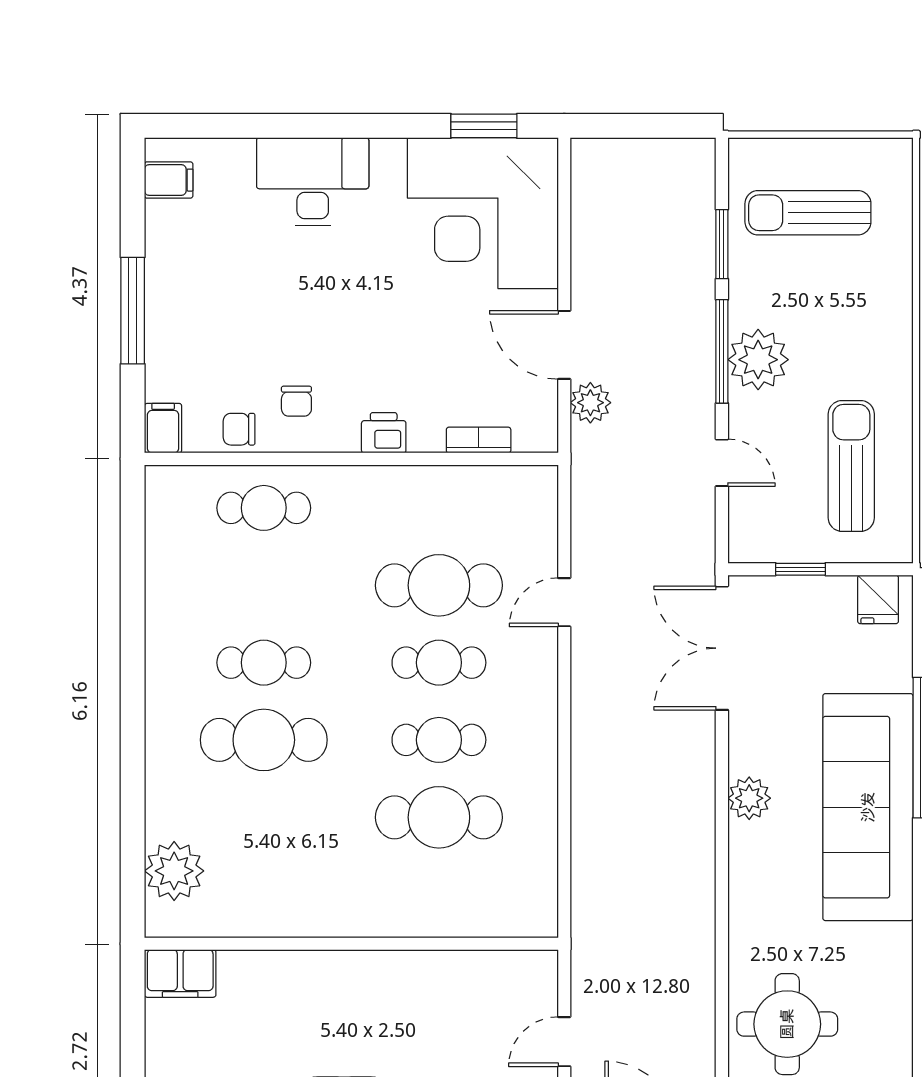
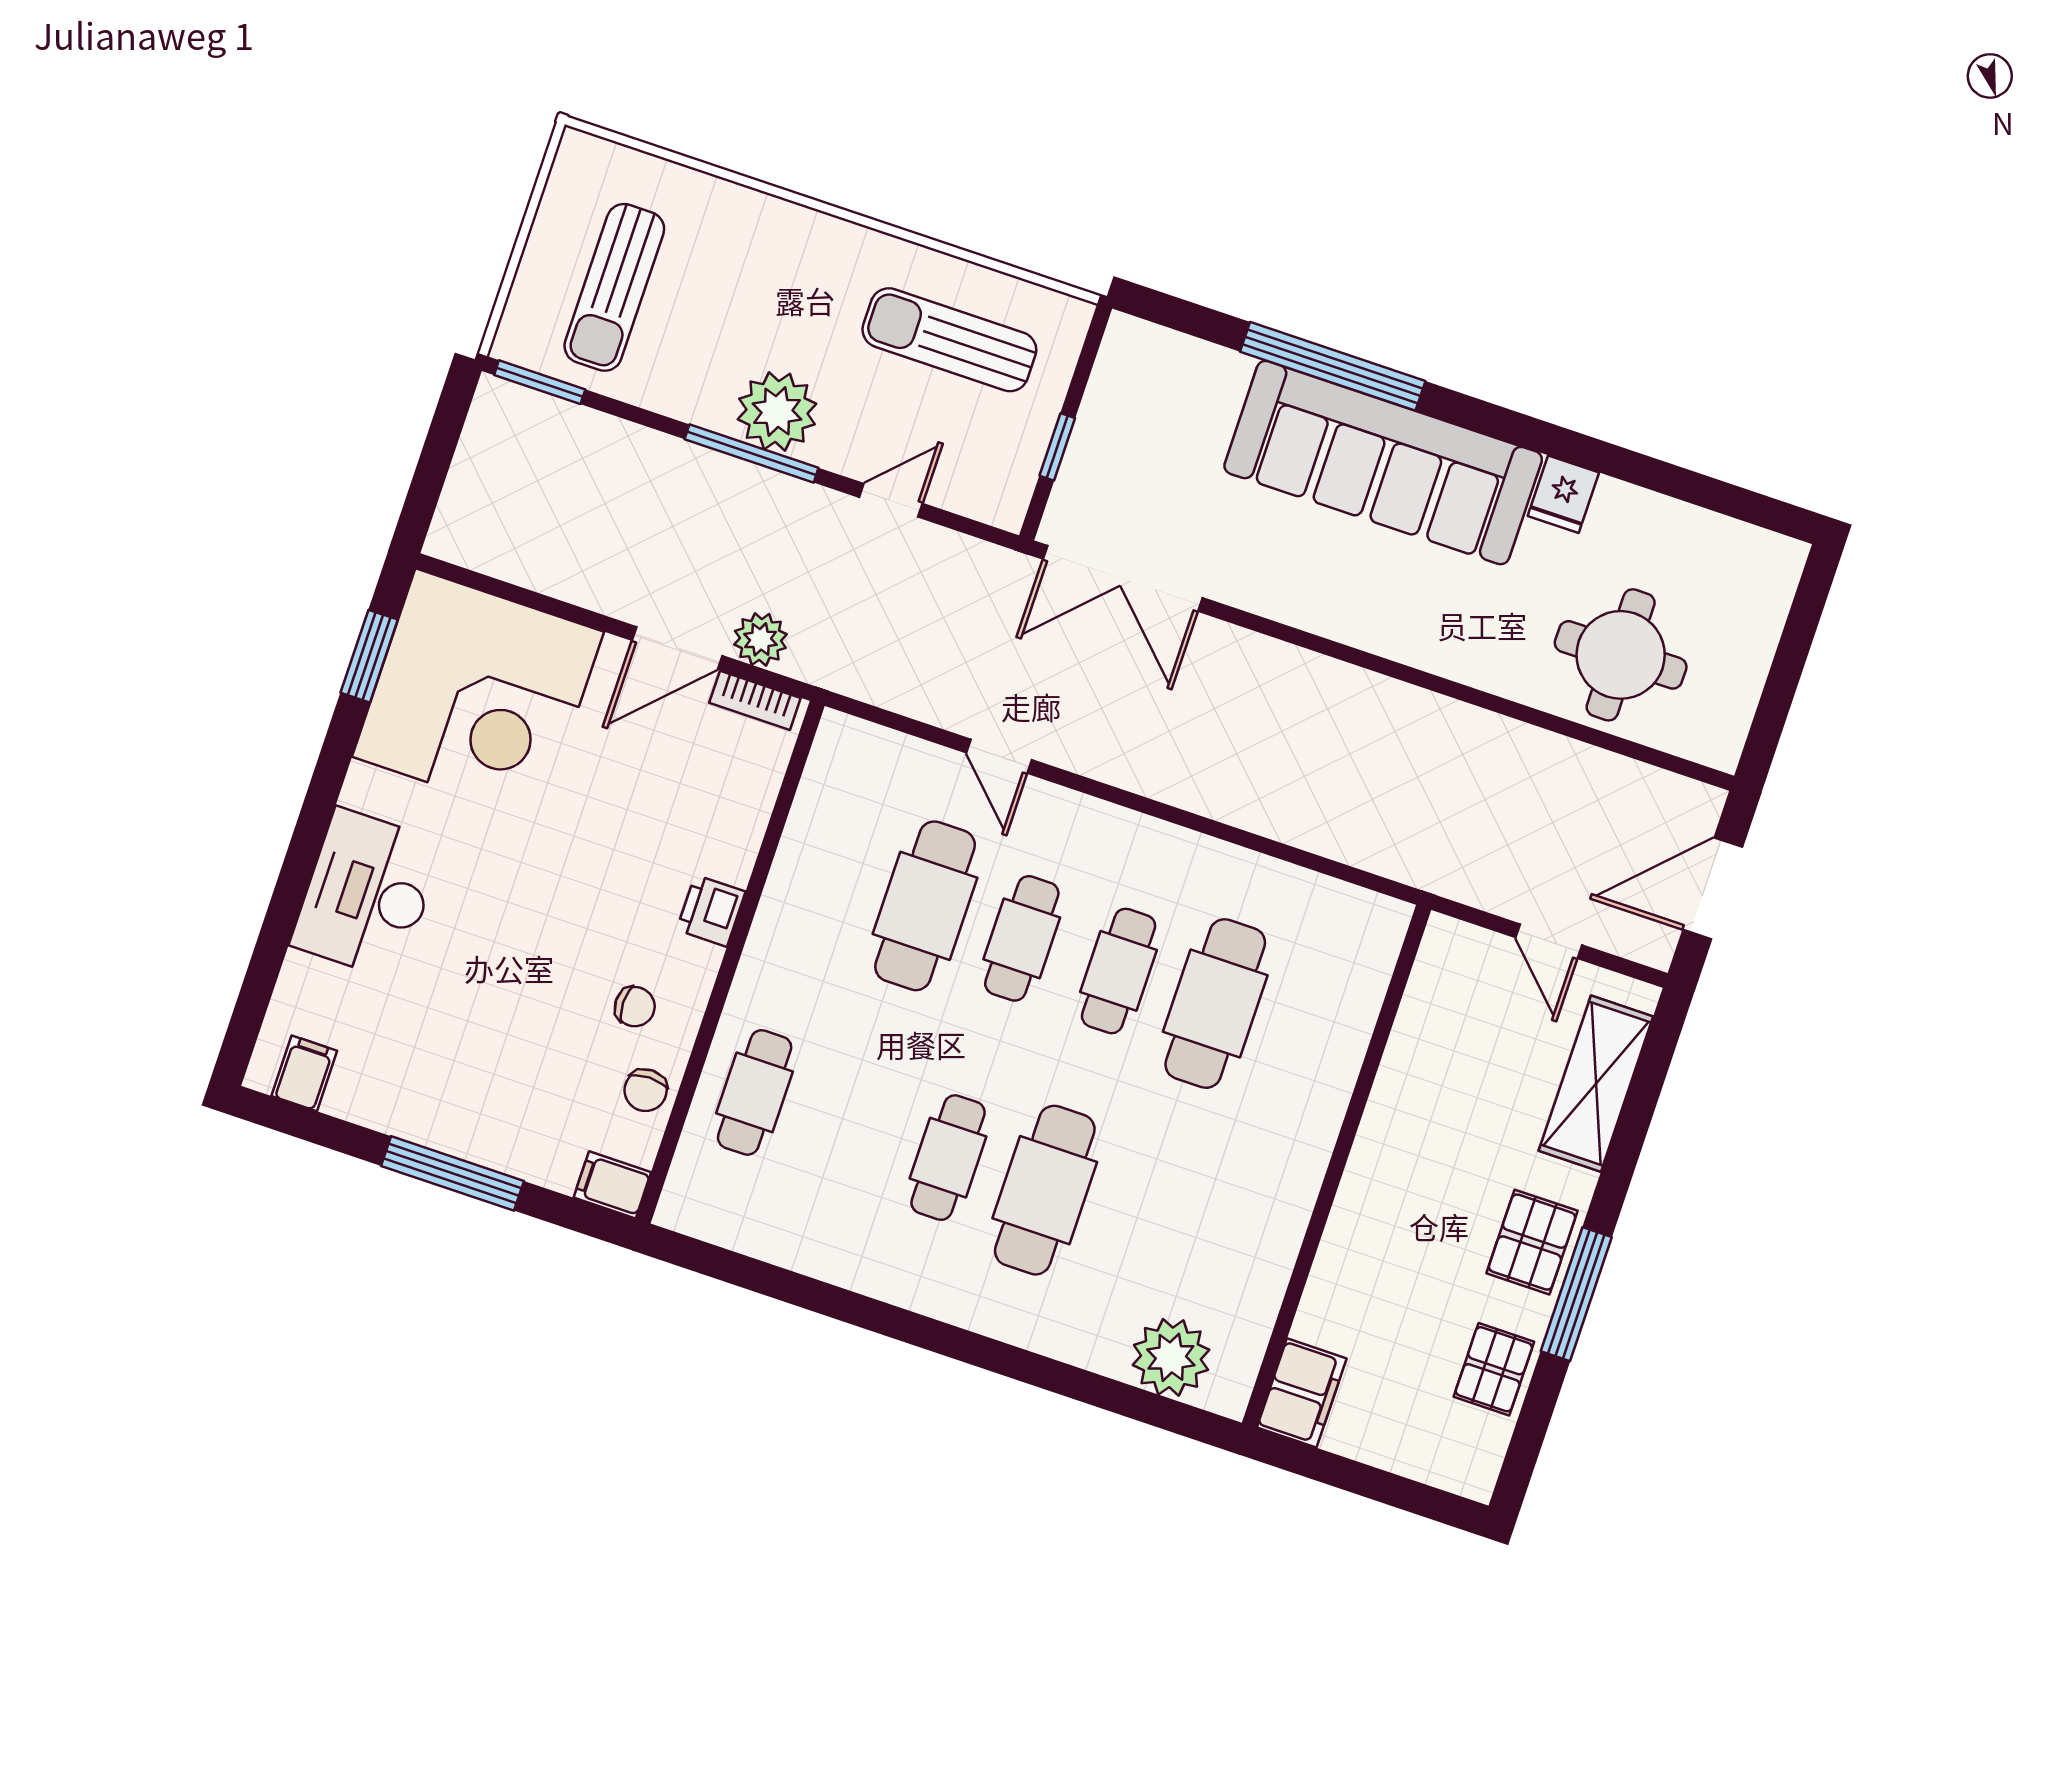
window: (722, 244) -> (540, 382), moved
bookcase: (479, 440) -> (755, 700), moved, turned -90
fridge: (878, 599) -> (1563, 494), moved, turned 90
plant: (749, 798) -> (1322, 607), removed

